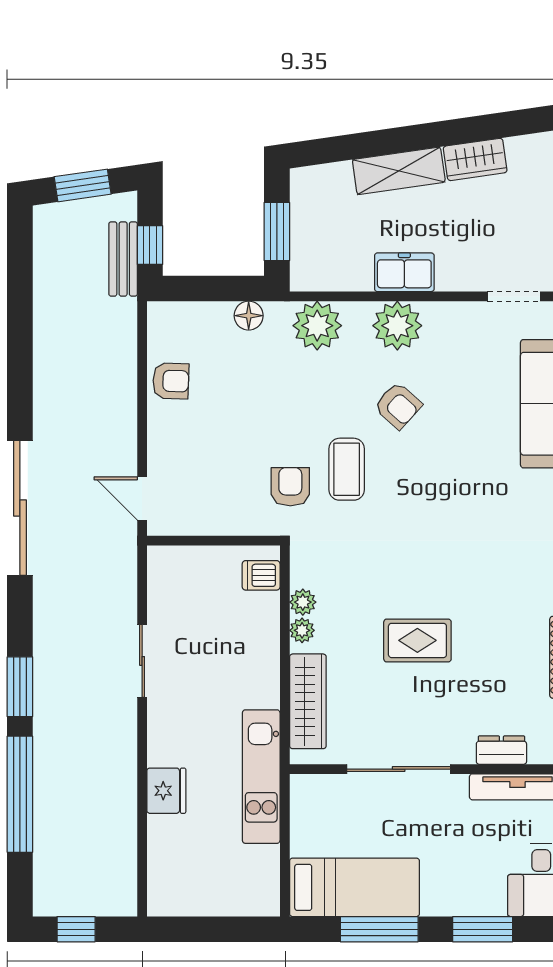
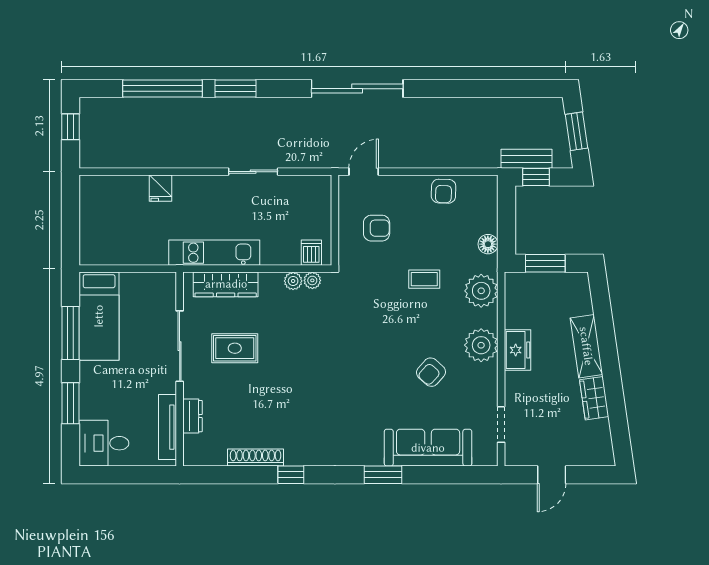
armchair: (398, 406) -> (431, 372), moved
coffee table: (347, 469) -> (424, 279), moved, width x0.73, depth x0.77
armchair: (290, 487) -> (377, 228), moved
plant: (302, 630) -> (312, 280), moved
rug: (417, 640) -> (235, 348), moved, turned 90
kitchen unit: (261, 777) -> (214, 253), moved
fridge: (166, 791) -> (161, 188), width x0.72

